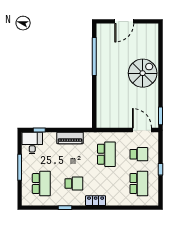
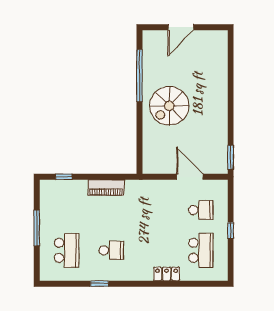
spiral stairs: (143, 73) -> (169, 106), moved, turned 180
door: (142, 130) -> (190, 177), moved
desk: (32, 143) -> (54, 195), removed
school desk: (106, 154) -> (156, 210), removed
locker: (96, 201) -> (167, 274), moved

